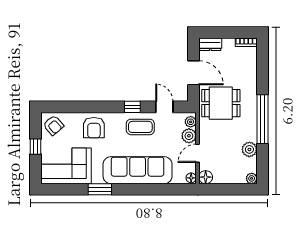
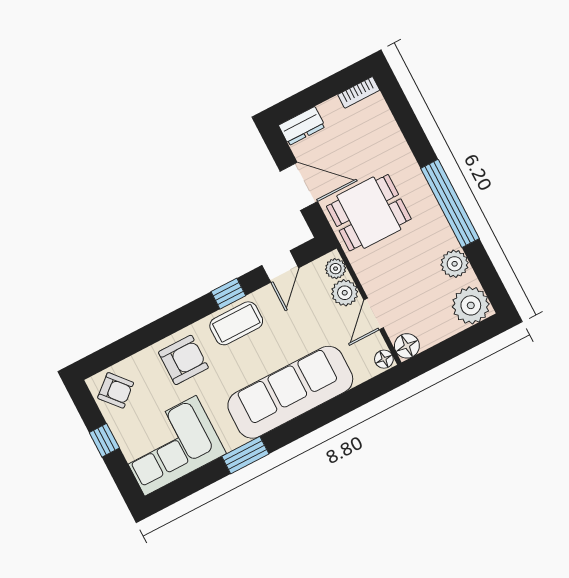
door: (164, 107) -> (280, 267), swing flipped
coffee table: (140, 127) -> (236, 323), moved
armchair: (94, 128) -> (183, 360), turned -90
plant: (252, 178) -> (471, 305), width x1.88, depth x1.88

